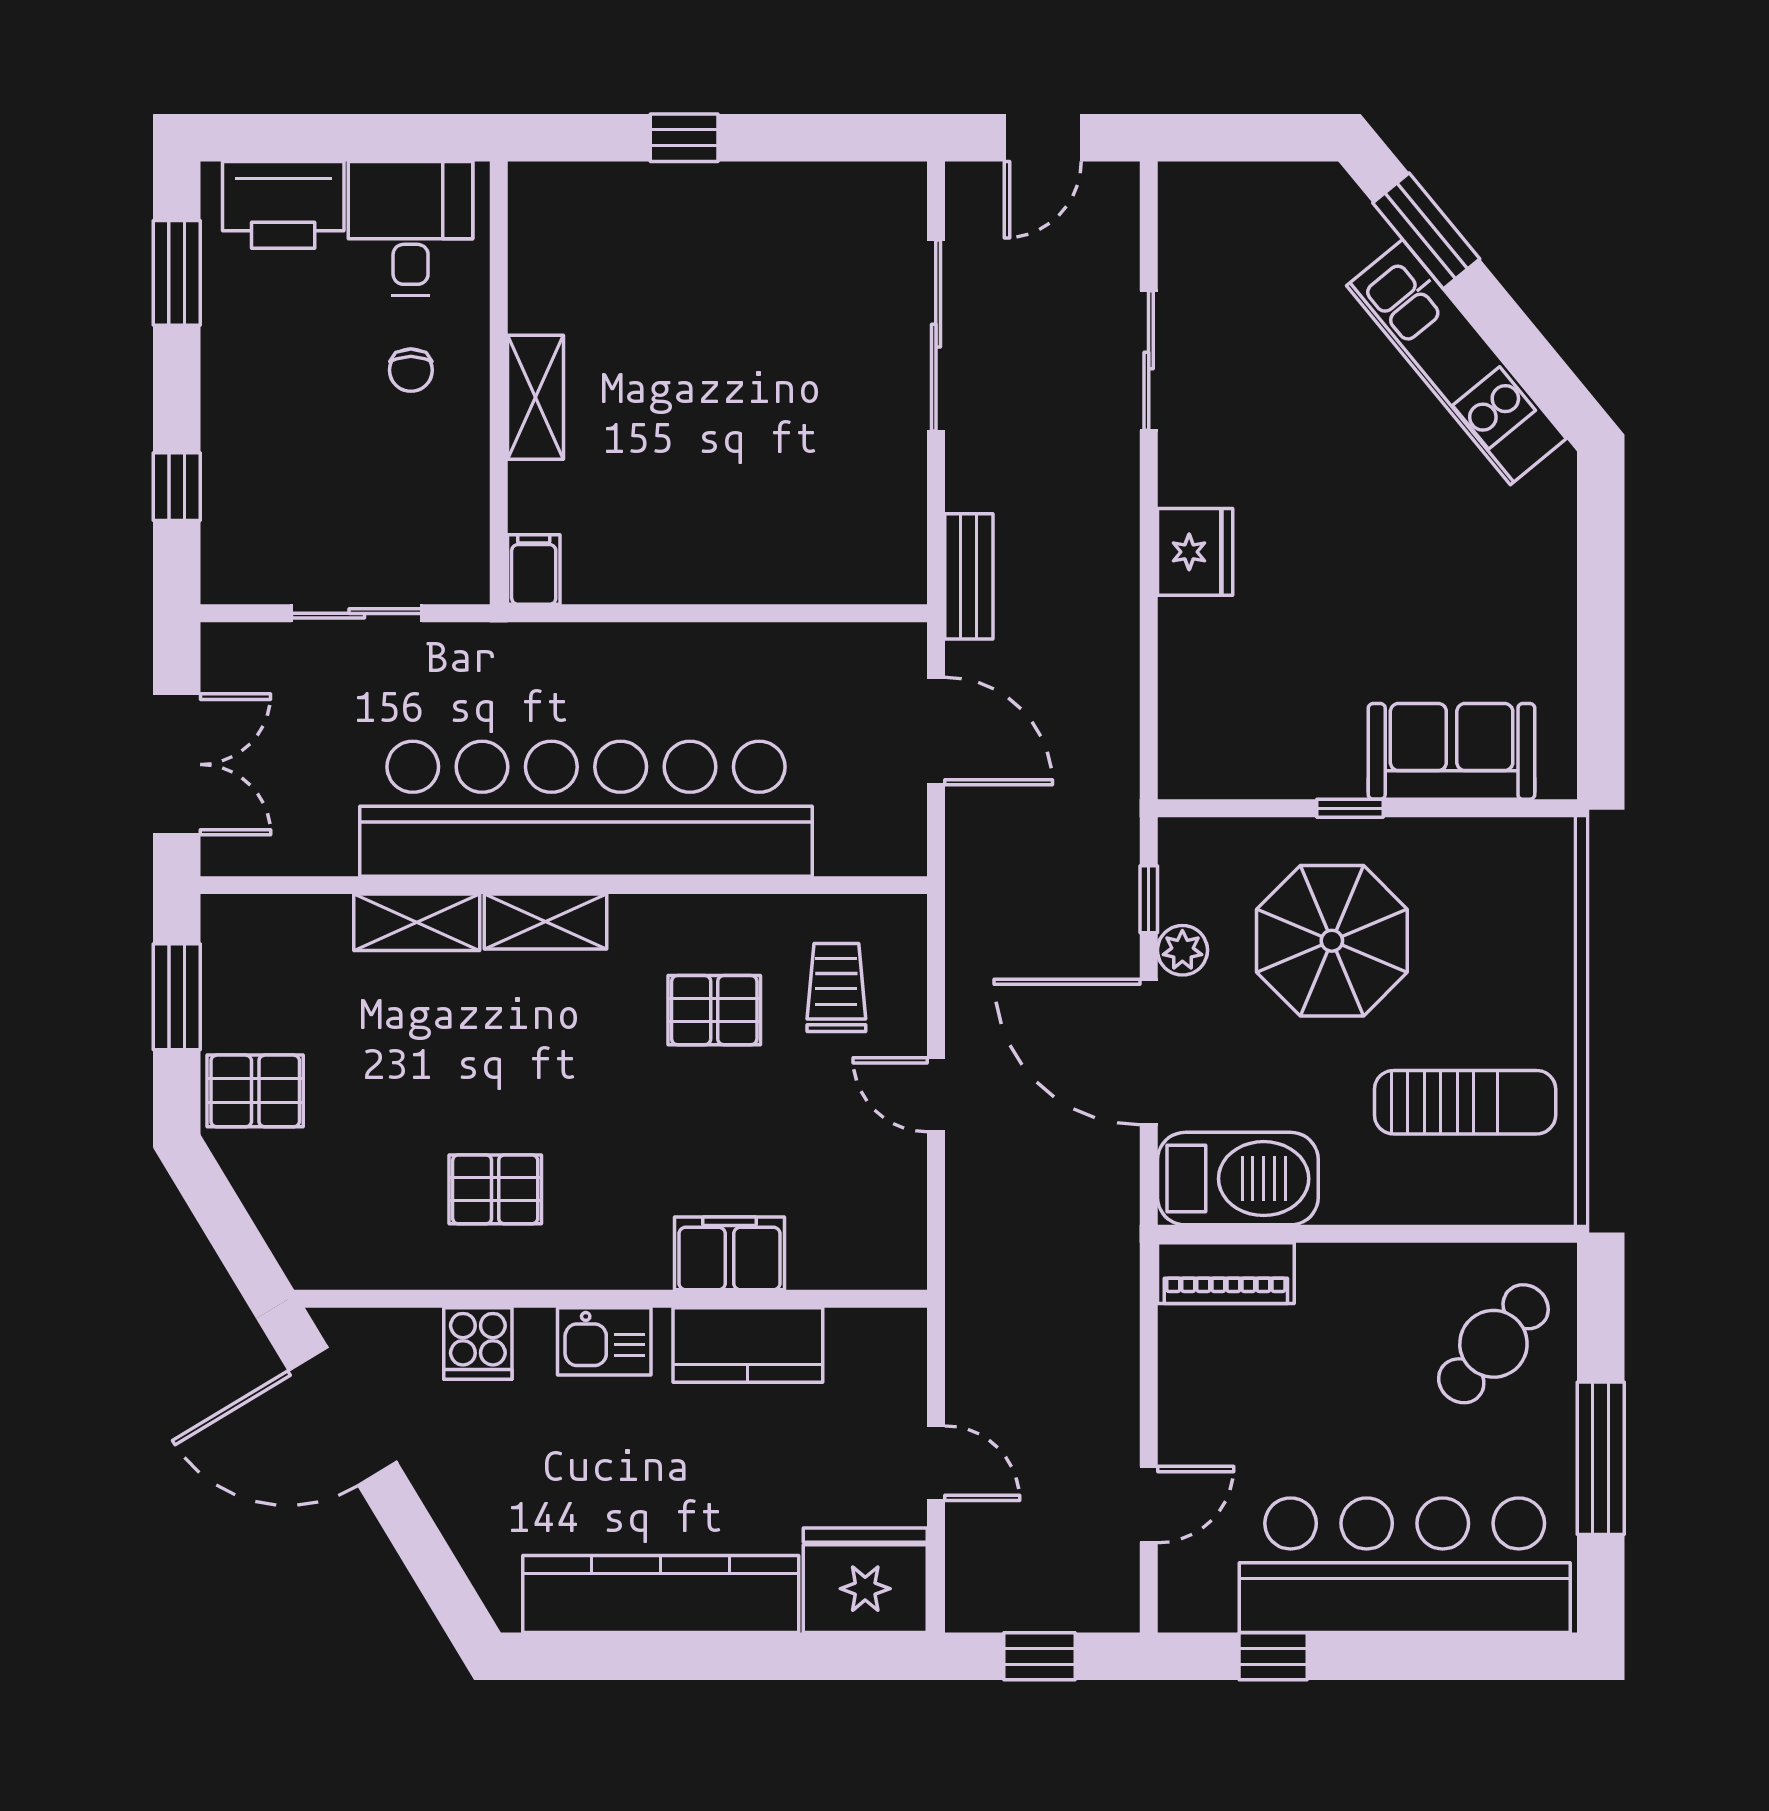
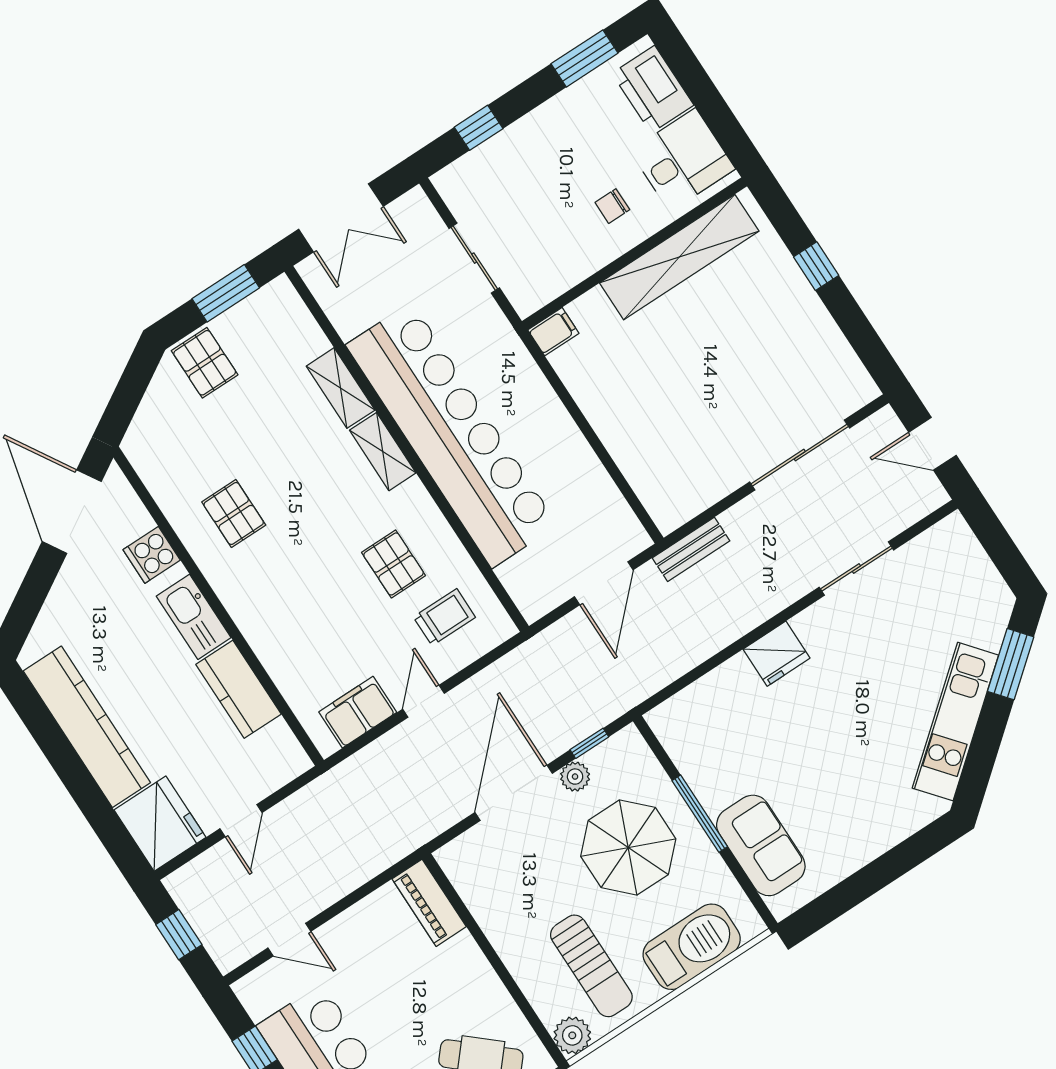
shelving: (535, 397) -> (679, 257), width x2.20, depth x1.33
window: (1350, 808) -> (700, 814), width x2.17
barbecue: (1238, 1179) -> (692, 947), moved, turned -90
plant: (1546, 1193) -> (572, 1035), added
filing cabinet: (730, 1253) -> (358, 712), moved, turned -90
kitchen sink: (604, 1341) -> (194, 617), width x1.38

